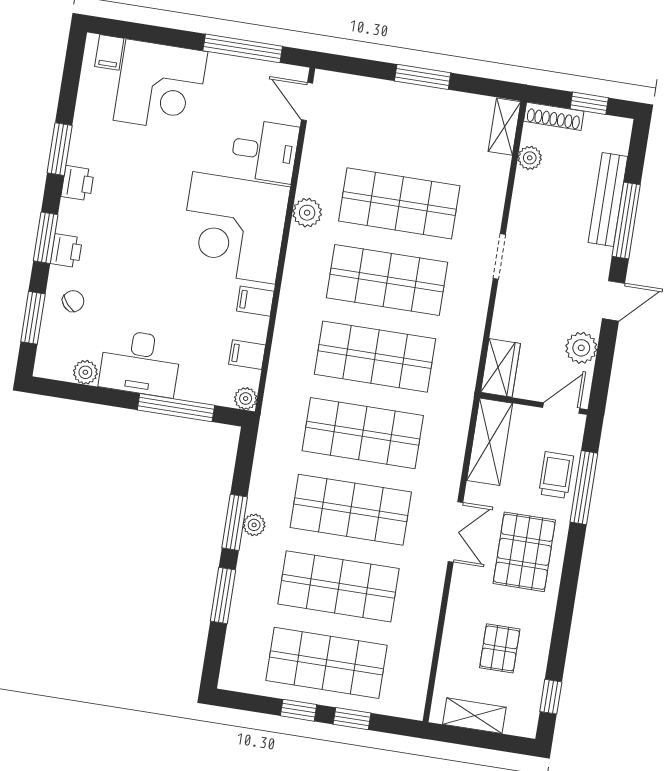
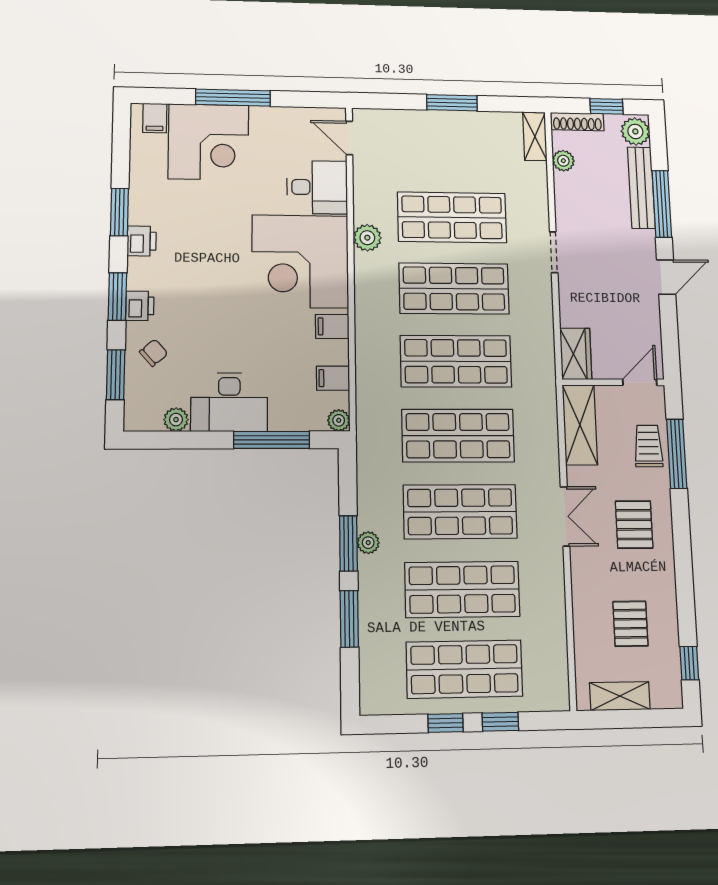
window: (243, 48) -> (233, 98), moved
plant: (581, 348) -> (635, 131), moved
pallet: (524, 552) -> (634, 525), width x0.67, depth x0.71

